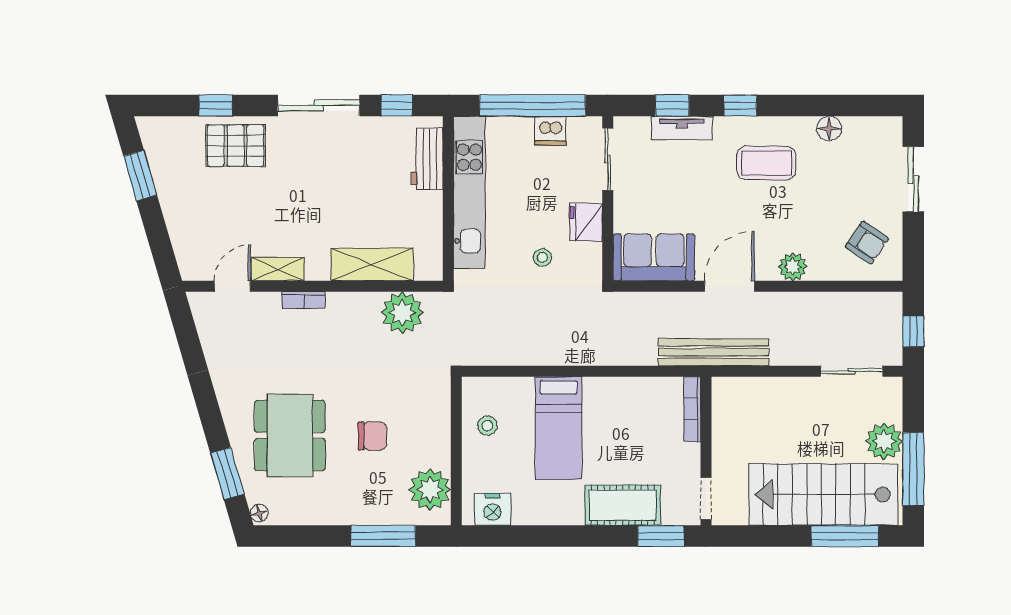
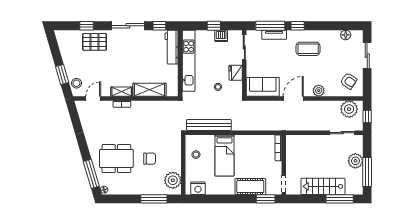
window: (532, 106) -> (214, 26), width x0.32
window: (672, 106) -> (270, 26), width x2.17
floor lamp: (829, 128) -> (346, 35), moved
workbench: (427, 159) -> (172, 47), width x1.38
window: (140, 176) -> (62, 75), moved
stool: (191, 248) -> (76, 83), added
shelving: (277, 269) -> (122, 92), moved
plant: (402, 313) -> (349, 109), moved
bench: (713, 352) -> (209, 125), moved
dining table: (290, 435) -> (116, 158), turned 90
window: (227, 474) -> (91, 174), width x1.44
stairs: (823, 494) -> (323, 186), width x0.73, depth x0.66

